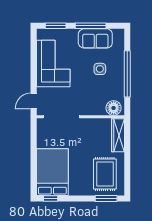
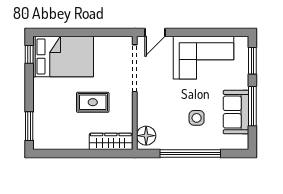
door: (34, 101) -> (155, 32), swing flipped
rug: (105, 174) -> (93, 102), moved, width x0.73, depth x0.70

